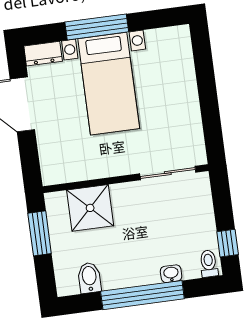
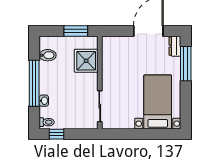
window: (97, 27) -> (186, 64), moved
bed with nightstands: (109, 84) -> (158, 102), moved, turned 90

